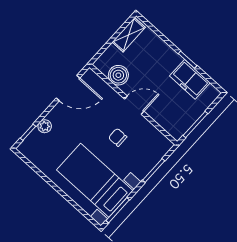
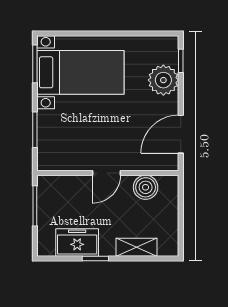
shelving: (129, 35) -> (136, 247), moved, turned 90
plant: (45, 126) -> (163, 80), width x1.87, depth x1.87
chair: (118, 137) -> (95, 130), removed

